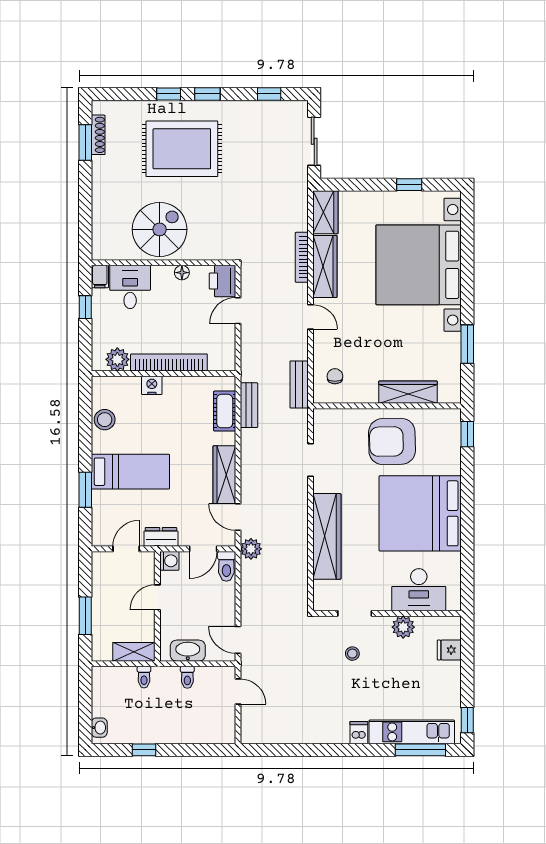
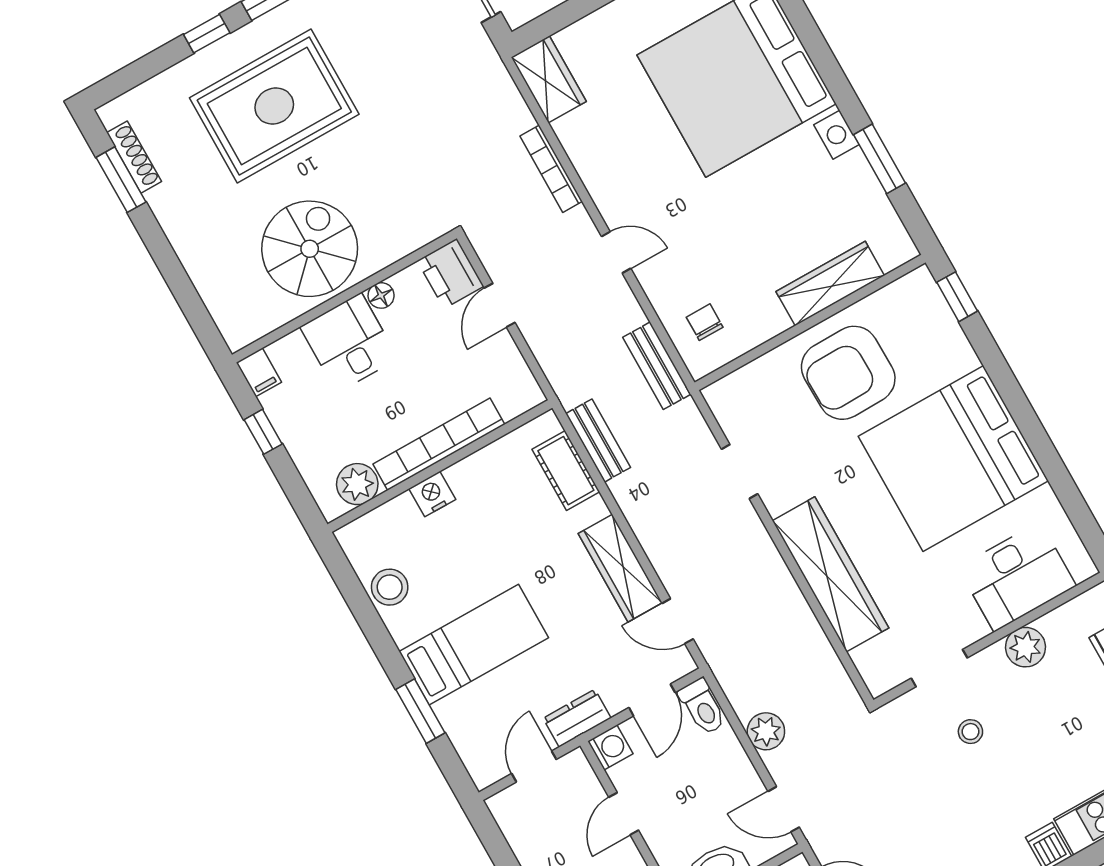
wardrobe: (325, 266) -> (595, 163), removed
desk: (130, 287) -> (349, 343), moved
plant: (251, 549) -> (766, 731), moved

